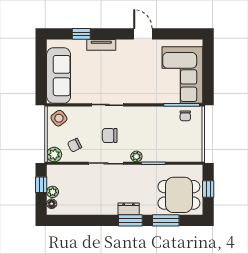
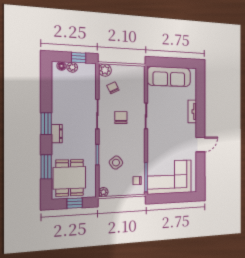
window: (81, 34) -> (200, 96), removed
side table: (59, 118) -> (116, 163), moved
plant: (136, 156) -> (103, 192), moved
window: (130, 220) -> (46, 124), moved

